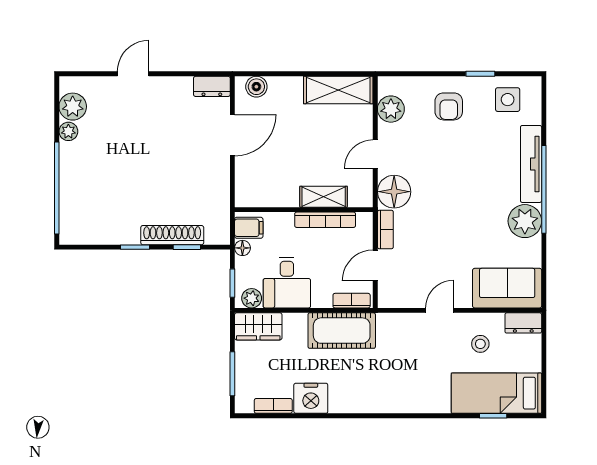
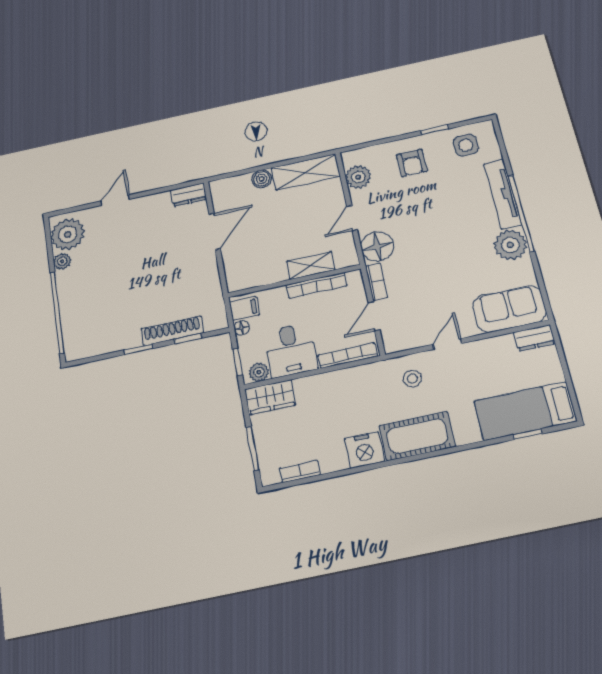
boiler: (256, 87) -> (262, 179), moved
plant: (73, 107) -> (68, 234), width x1.36, depth x1.36
bookcase: (352, 301) -> (347, 356), width x1.56
cot: (342, 331) -> (417, 436), moved
stool: (480, 344) -> (412, 379), moved
nightstand: (311, 398) -> (364, 450), moved

